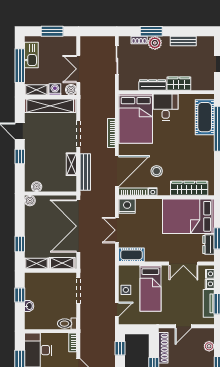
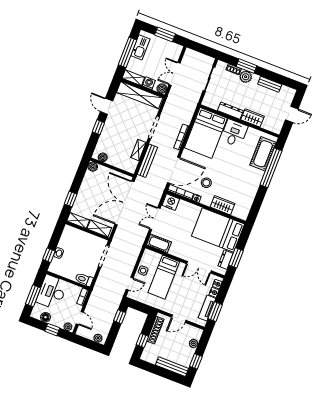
wardrobe: (189, 188) -> (223, 205), width x0.67
window: (20, 295) -> (49, 255), moved

